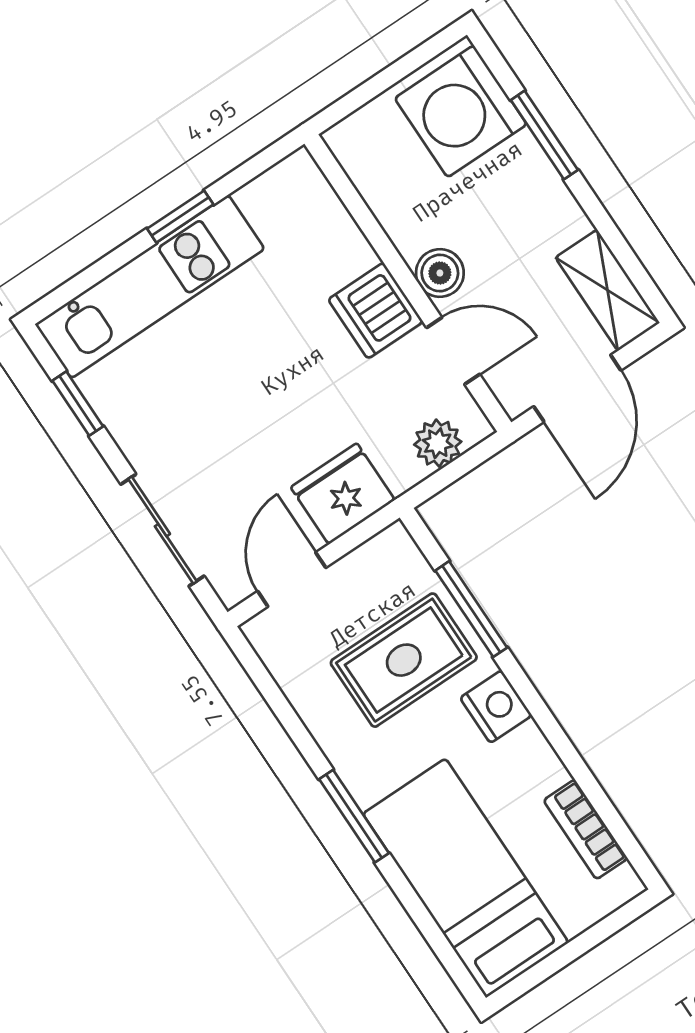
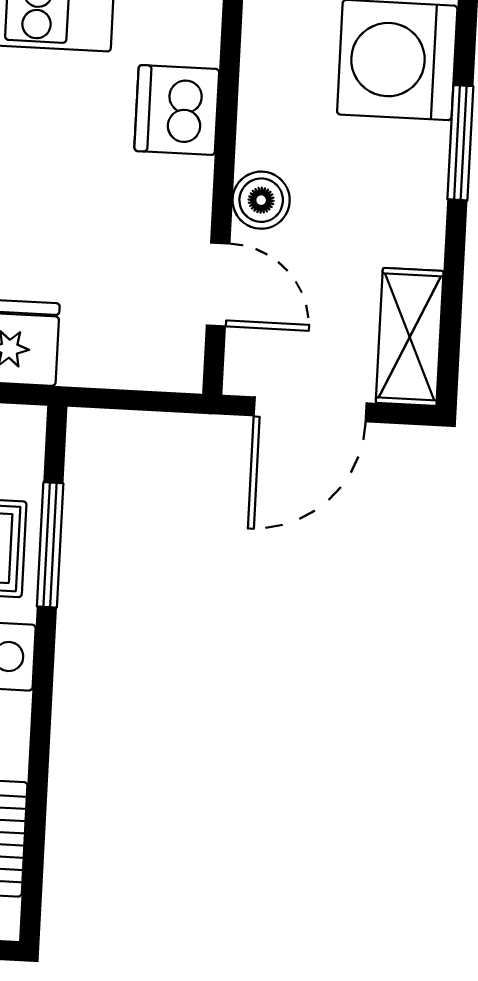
dishwasher: (376, 311) -> (177, 110), moved
plant: (438, 443) -> (137, 362), removed

